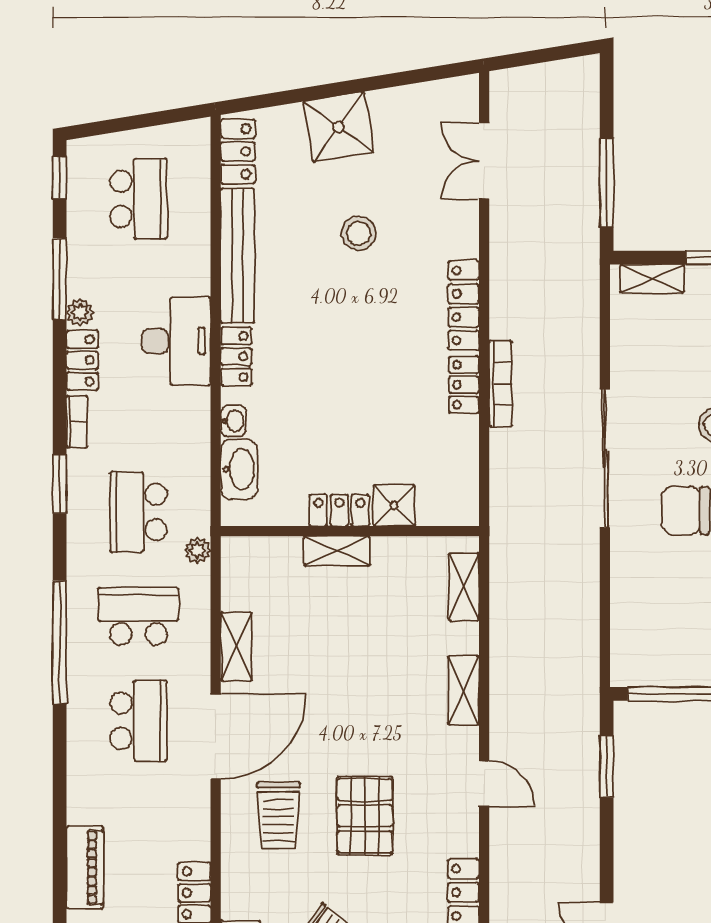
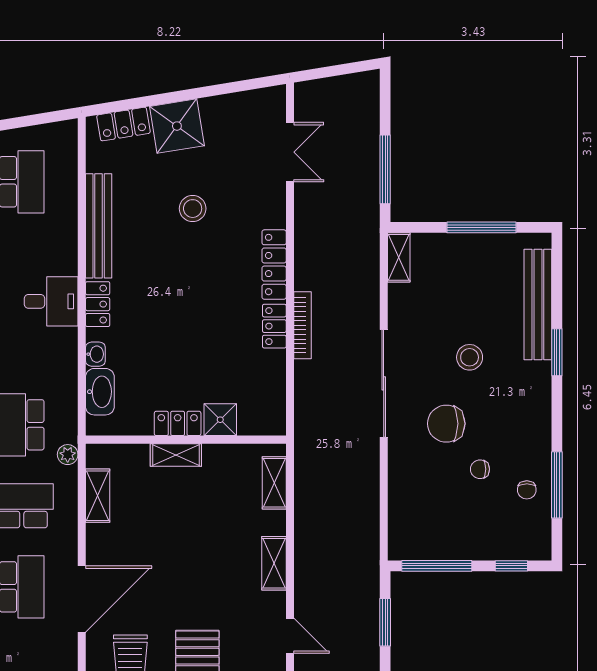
locker: (238, 151) -> (123, 124), moved, turned 81
double door: (484, 161) -> (290, 152), swing flipped
shelving: (652, 279) -> (399, 257), moved, turned 90
desk: (176, 341) -> (51, 301), width x0.73
shelving: (236, 647) -> (98, 496), moved

